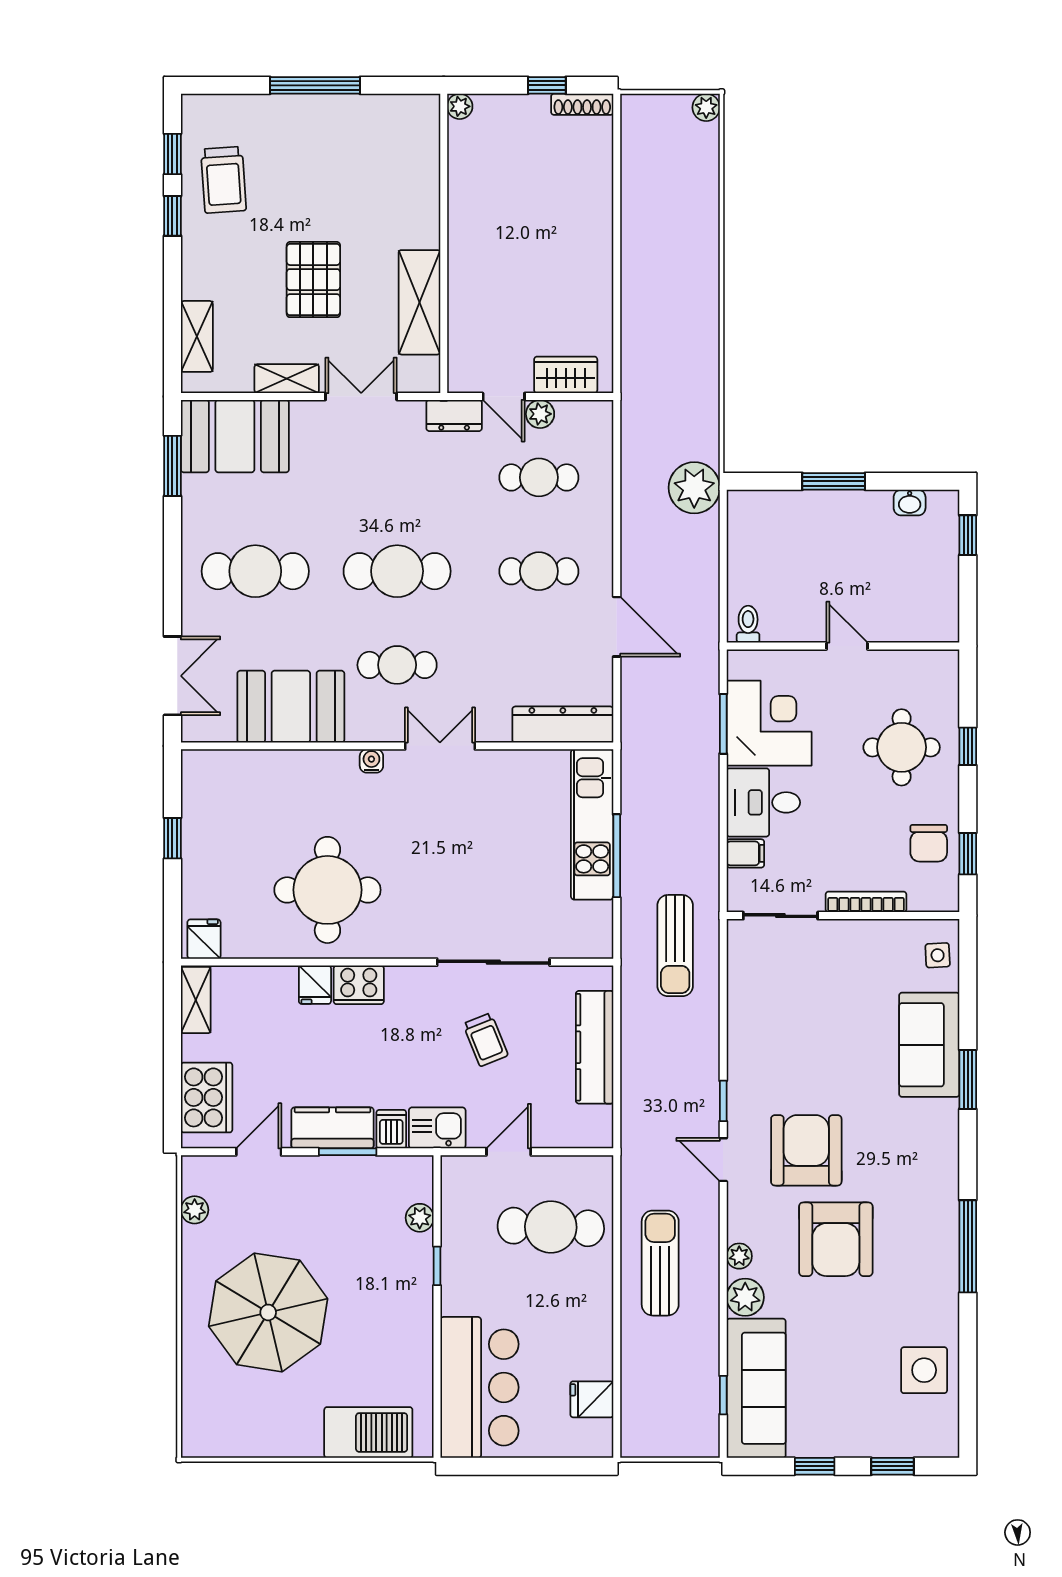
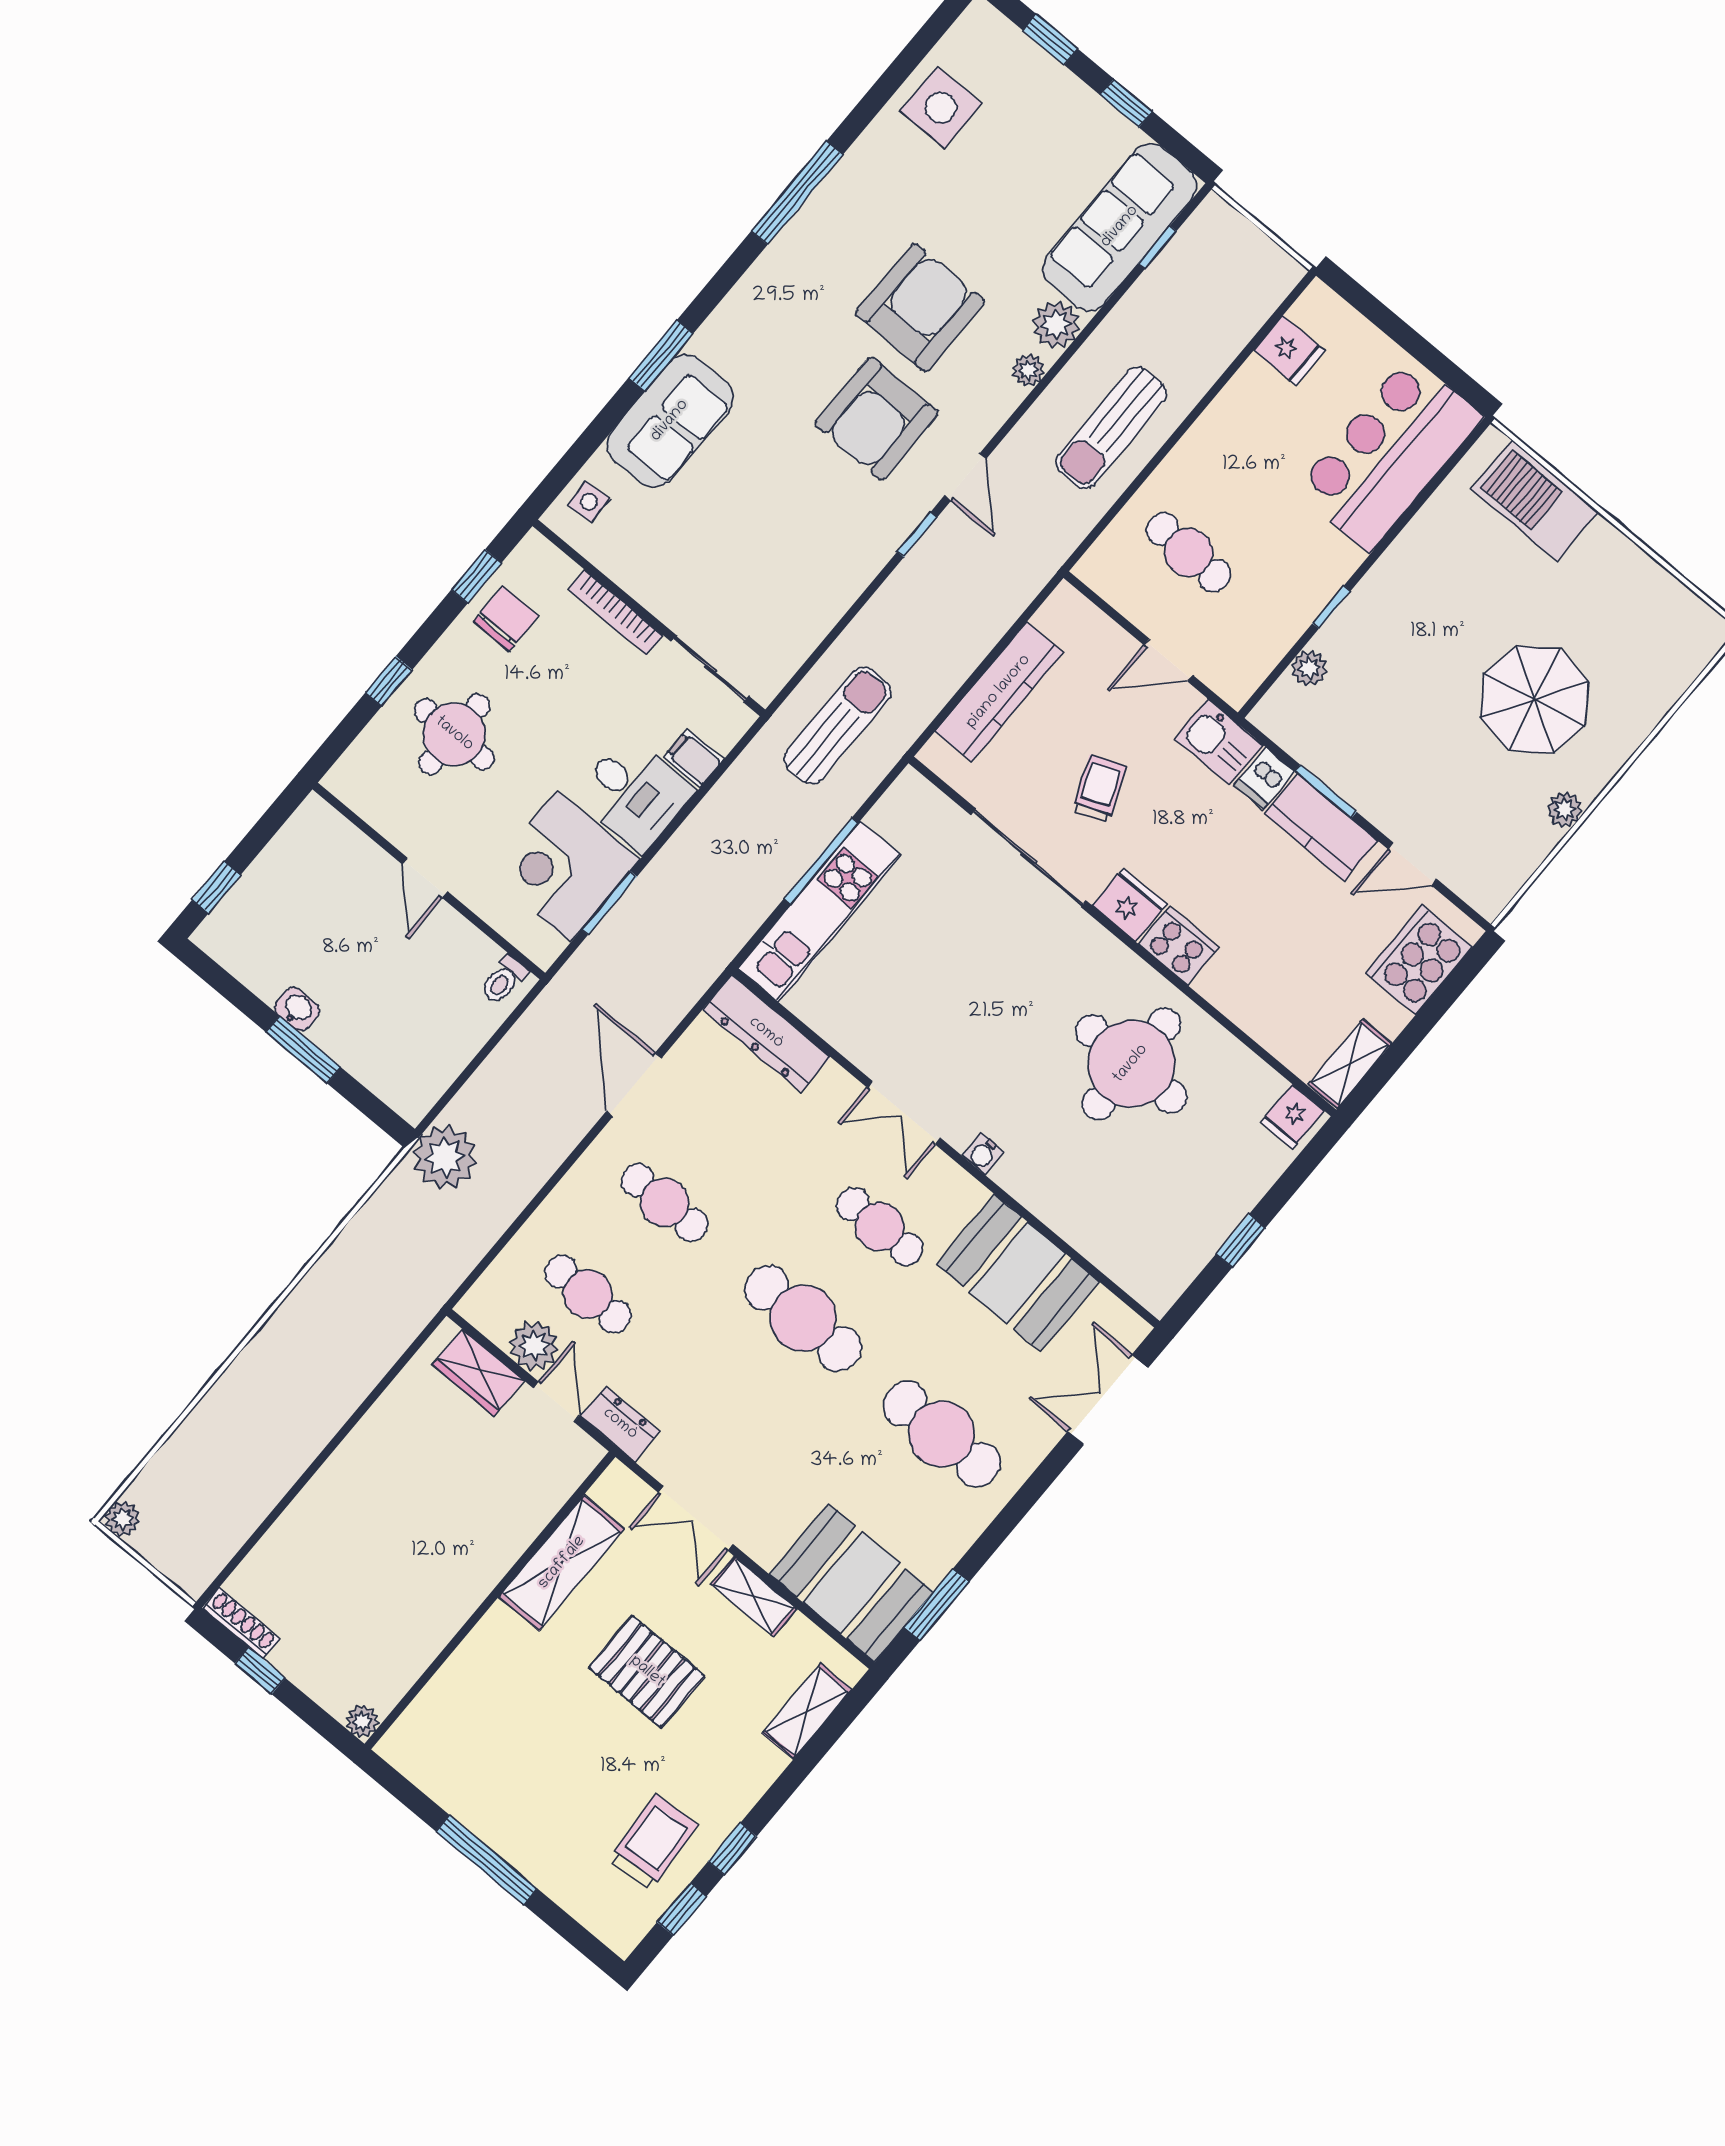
pallet: (313, 280) -> (647, 1672), turned 90
plant: (540, 414) -> (534, 1346), width x1.38, depth x1.38
washbasin: (910, 503) -> (297, 1009), moved
fridge: (315, 985) -> (1129, 905), moved, width x1.38
plant: (195, 1210) -> (1565, 809), moved
cafe table: (551, 1227) -> (1189, 552), width x0.73, depth x0.74
parasol: (268, 1312) -> (1534, 700), width x0.73, depth x0.73

